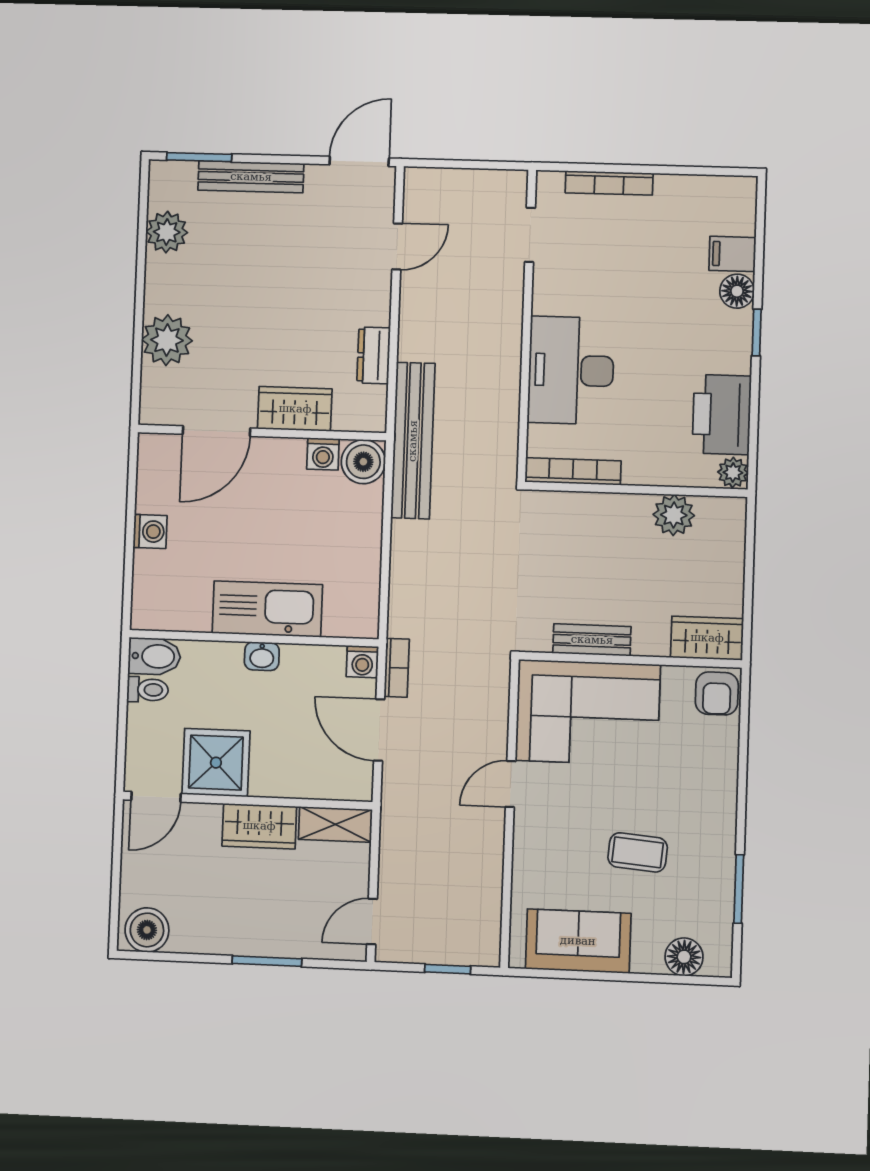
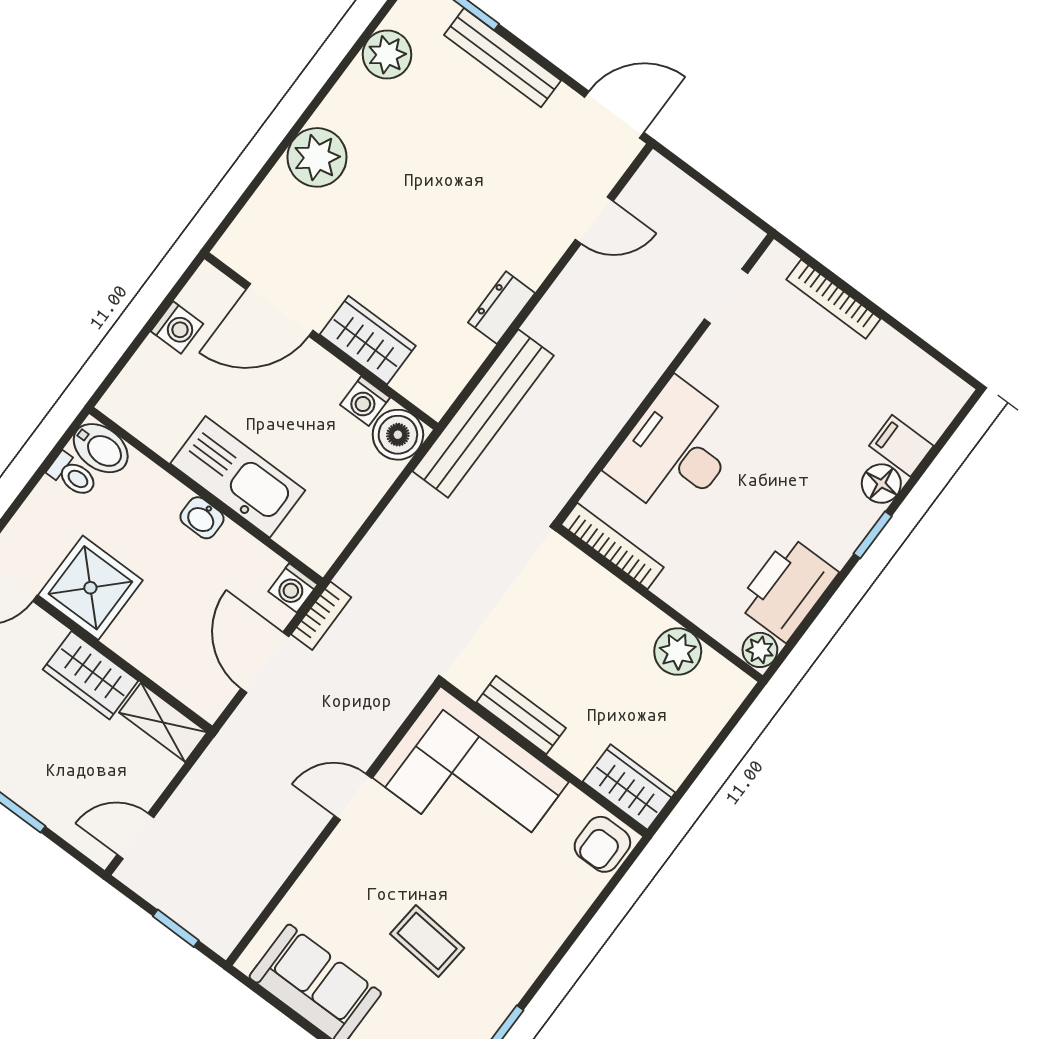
wardrobe: (295, 409) -> (368, 340), moved
door: (216, 431) -> (279, 310), moved
wall: (262, 433) -> (321, 341), moved
washing machine: (323, 454) -> (365, 401), moved
boiler: (363, 462) -> (398, 435), moved

